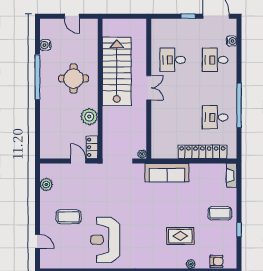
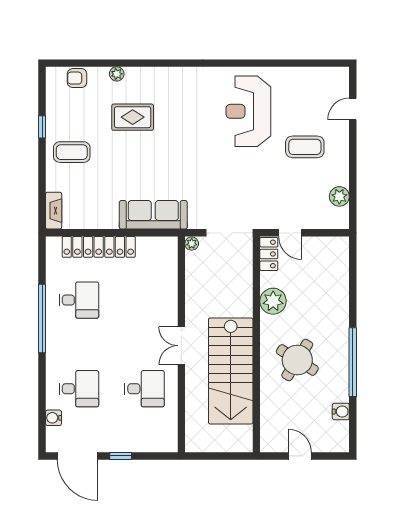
round table: (74, 79) -> (297, 360), turned 32
reception desk: (105, 240) -> (248, 111), turned 180
door: (38, 241) -> (353, 109), hinge flipped

